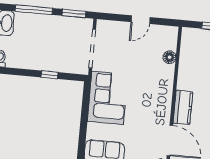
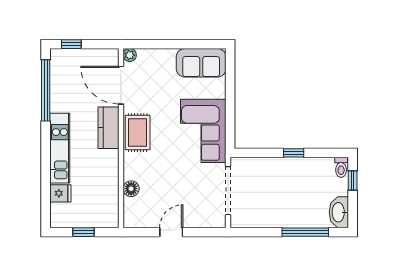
window: (74, 13) -> (255, 232), removed
window: (50, 75) -> (294, 153), moved
rug: (160, 101) -> (138, 133), added

